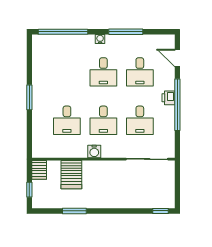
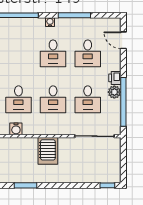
window: (177, 105) -> (123, 102), moved
plant: (168, 113) -> (114, 92), added
water cooler: (94, 151) -> (16, 129), moved
server rack: (71, 175) -> (48, 151), moved

